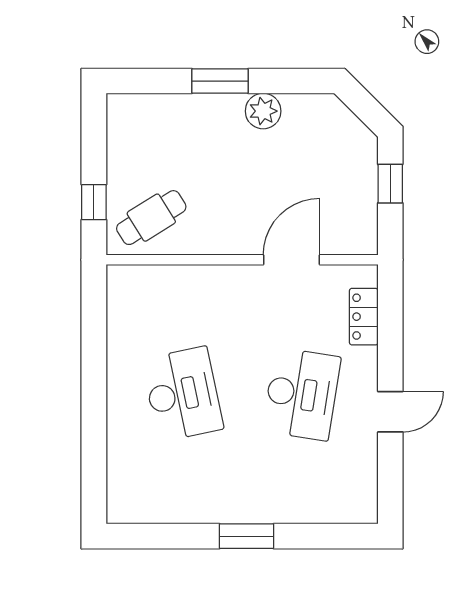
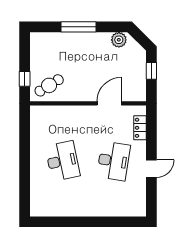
window: (220, 81) -> (79, 27), width x1.44
plant: (263, 111) -> (119, 40), moved
window: (246, 536) -> (90, 222), removed

